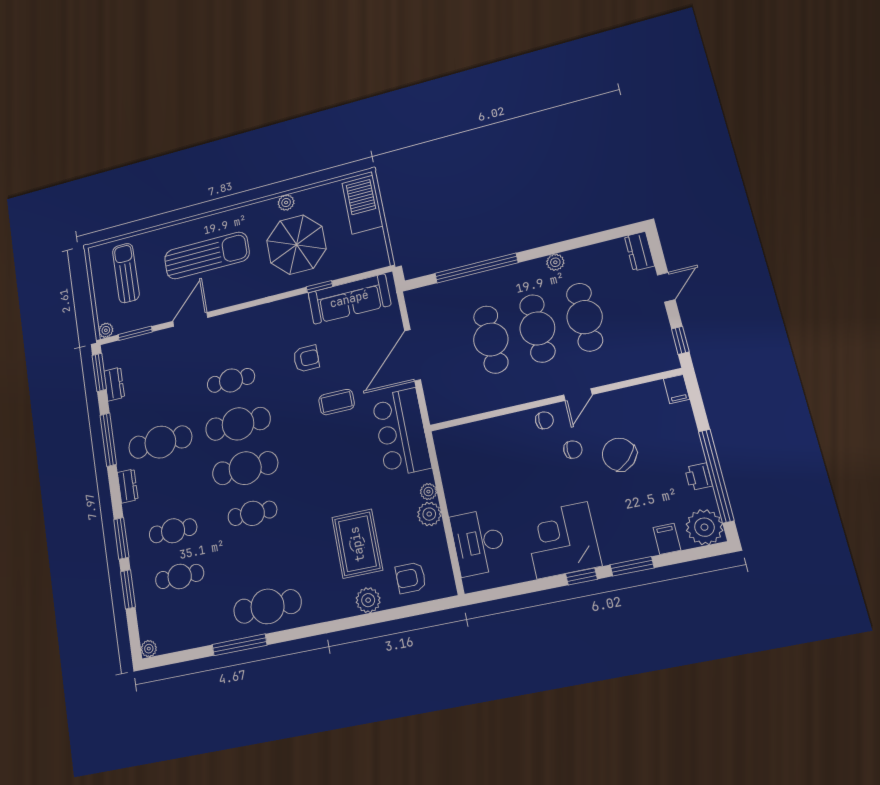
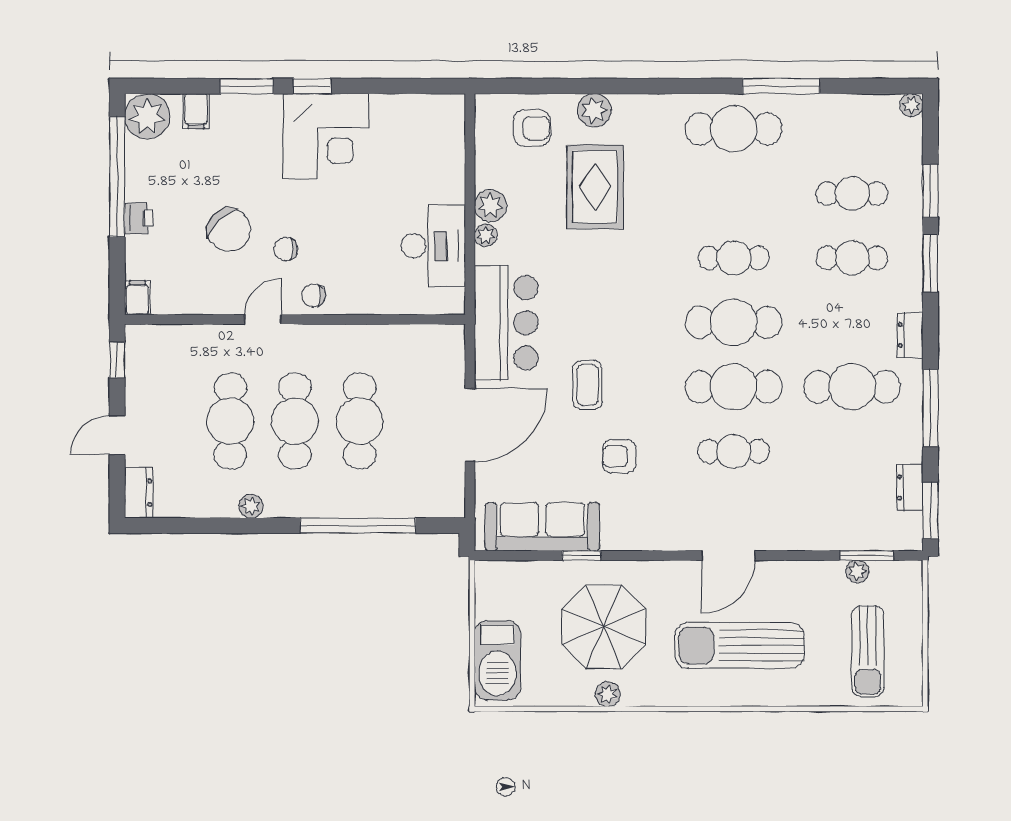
door: (190, 319) -> (728, 556), moved
plant: (106, 330) -> (857, 571), moved
coffee table: (337, 402) -> (588, 385), turned 90
printer: (698, 477) -> (139, 218), moved
desk: (479, 542) -> (433, 246), moved

